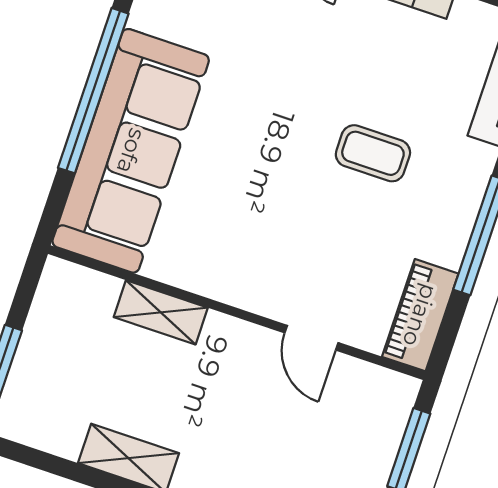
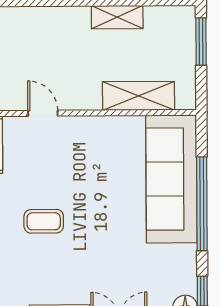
shelving: (161, 312) -> (139, 96), width x1.50, depth x1.33

